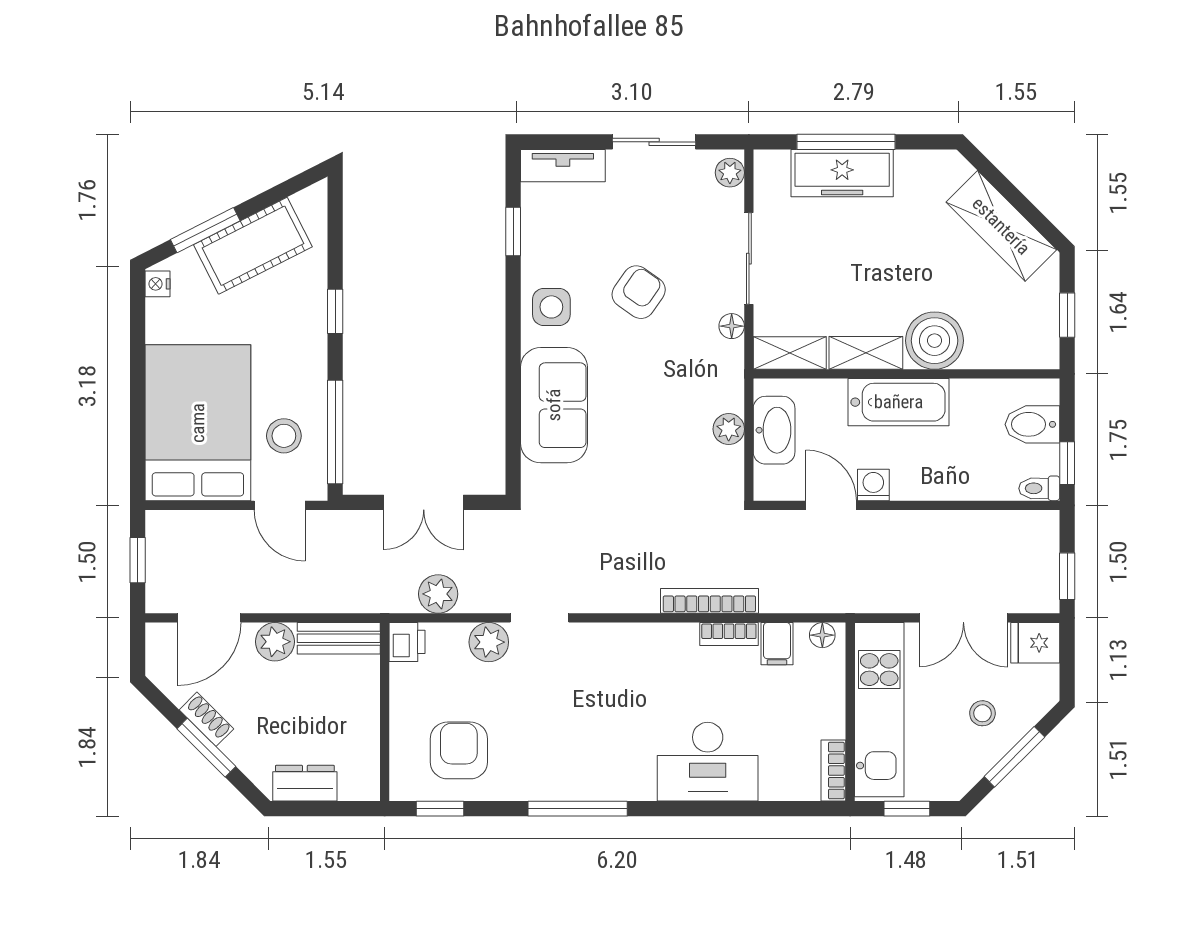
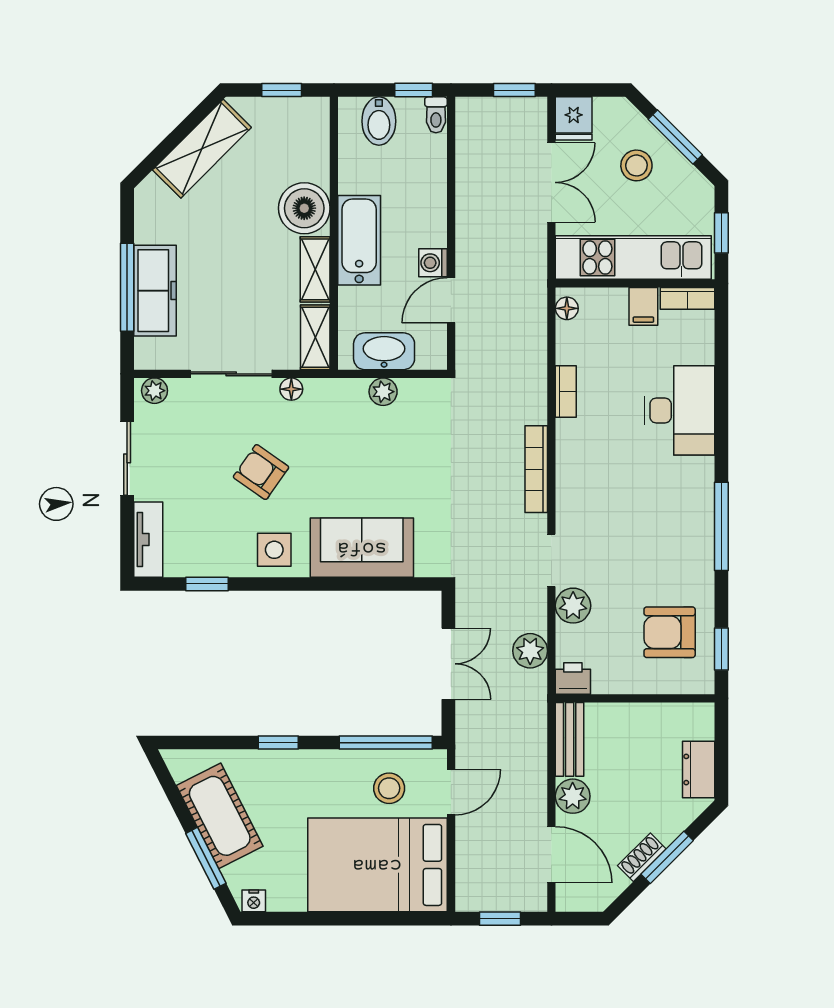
bookcase: (709, 601) -> (536, 469), moved
filing cabinet: (777, 644) -> (643, 306), moved, turned 90
stool: (982, 713) -> (636, 165), width x1.37, depth x1.37

